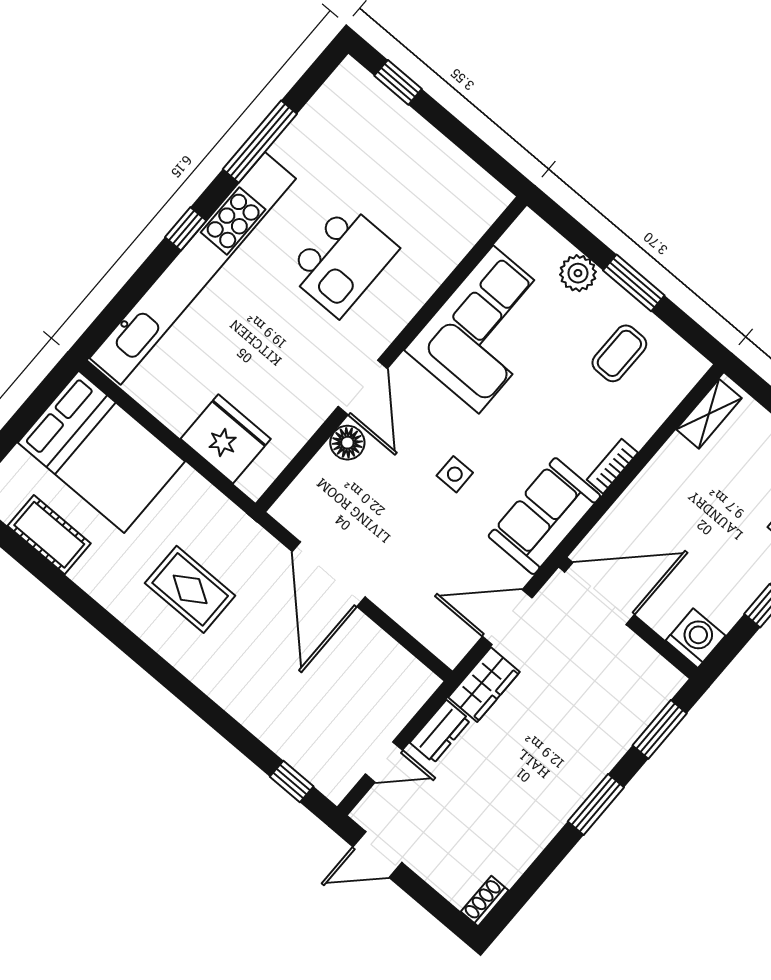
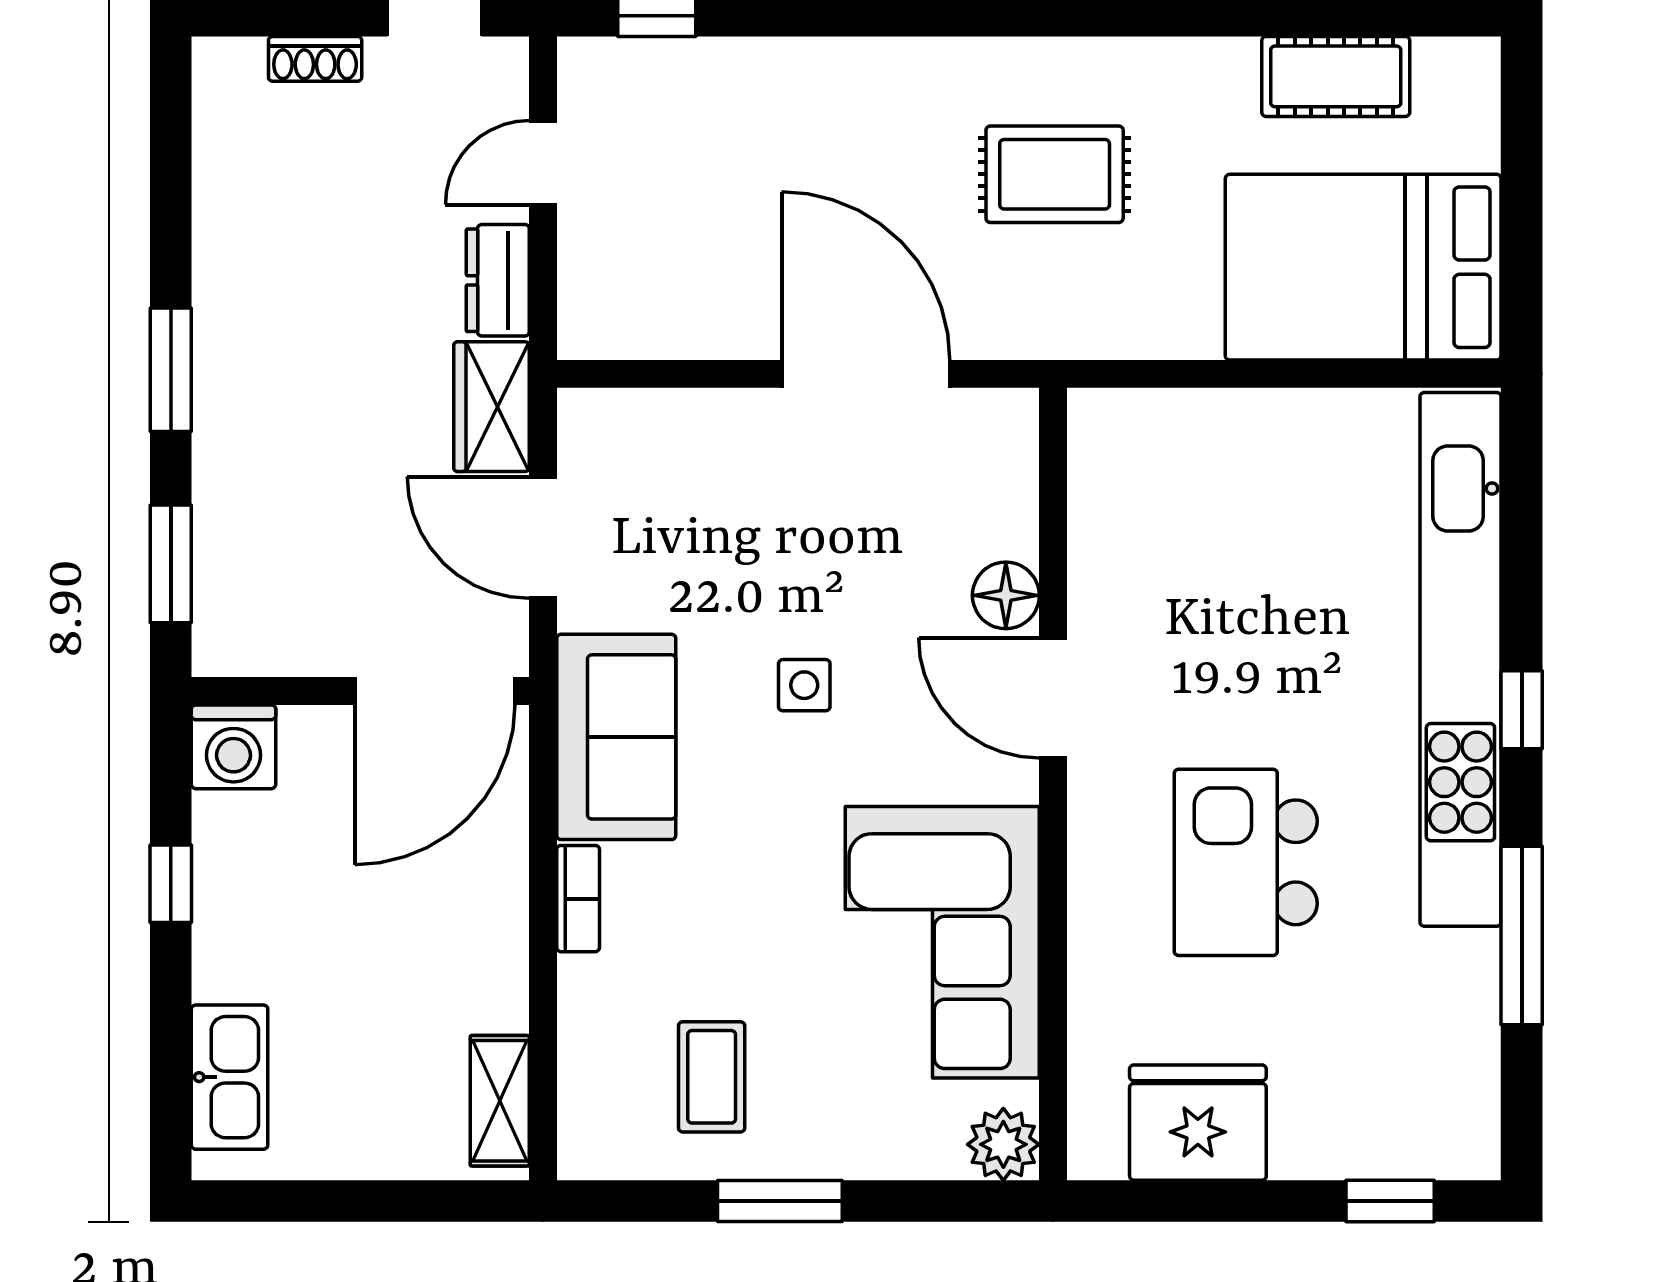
plant: (578, 273) -> (1003, 1144), moved
fridge: (226, 439) -> (1198, 1123), moved, turned 180
door: (507, 617) -> (543, 538), swing flipped
shoe rack: (485, 901) -> (315, 59), moved, turned 90

